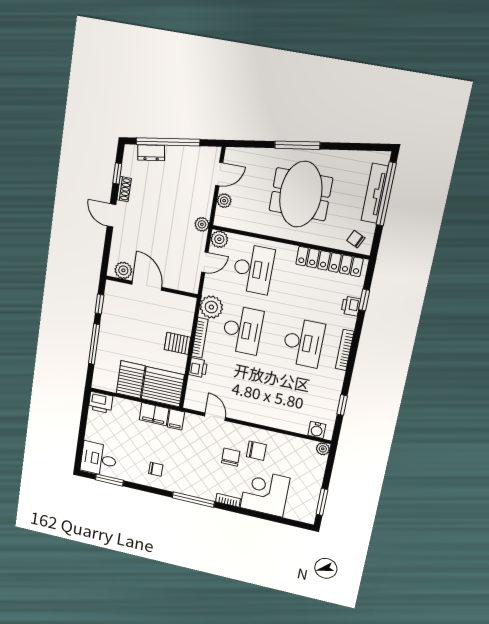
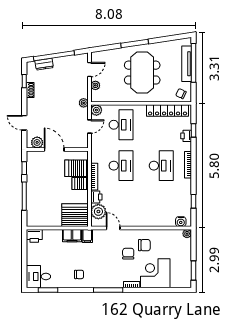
door: (112, 215) -> (24, 123), moved
plant: (211, 307) -> (98, 212), moved
server rack: (131, 379) -> (77, 168), moved, turned -90

